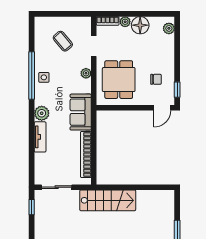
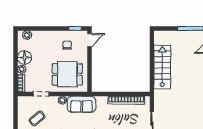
door: (162, 108) -> (89, 40), hinge flipped
sofa: (81, 112) -> (81, 104), moved
stairs: (108, 200) -> (162, 67), moved

